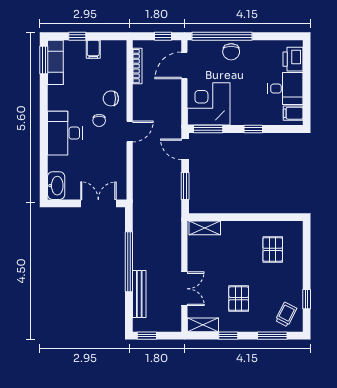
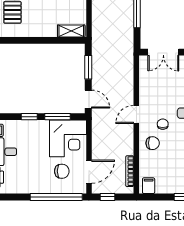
filing cabinet: (93, 49) -> (149, 186), moved
chair: (231, 52) -> (62, 171), moved, turned 90
window: (208, 129) -> (57, 117), moved

